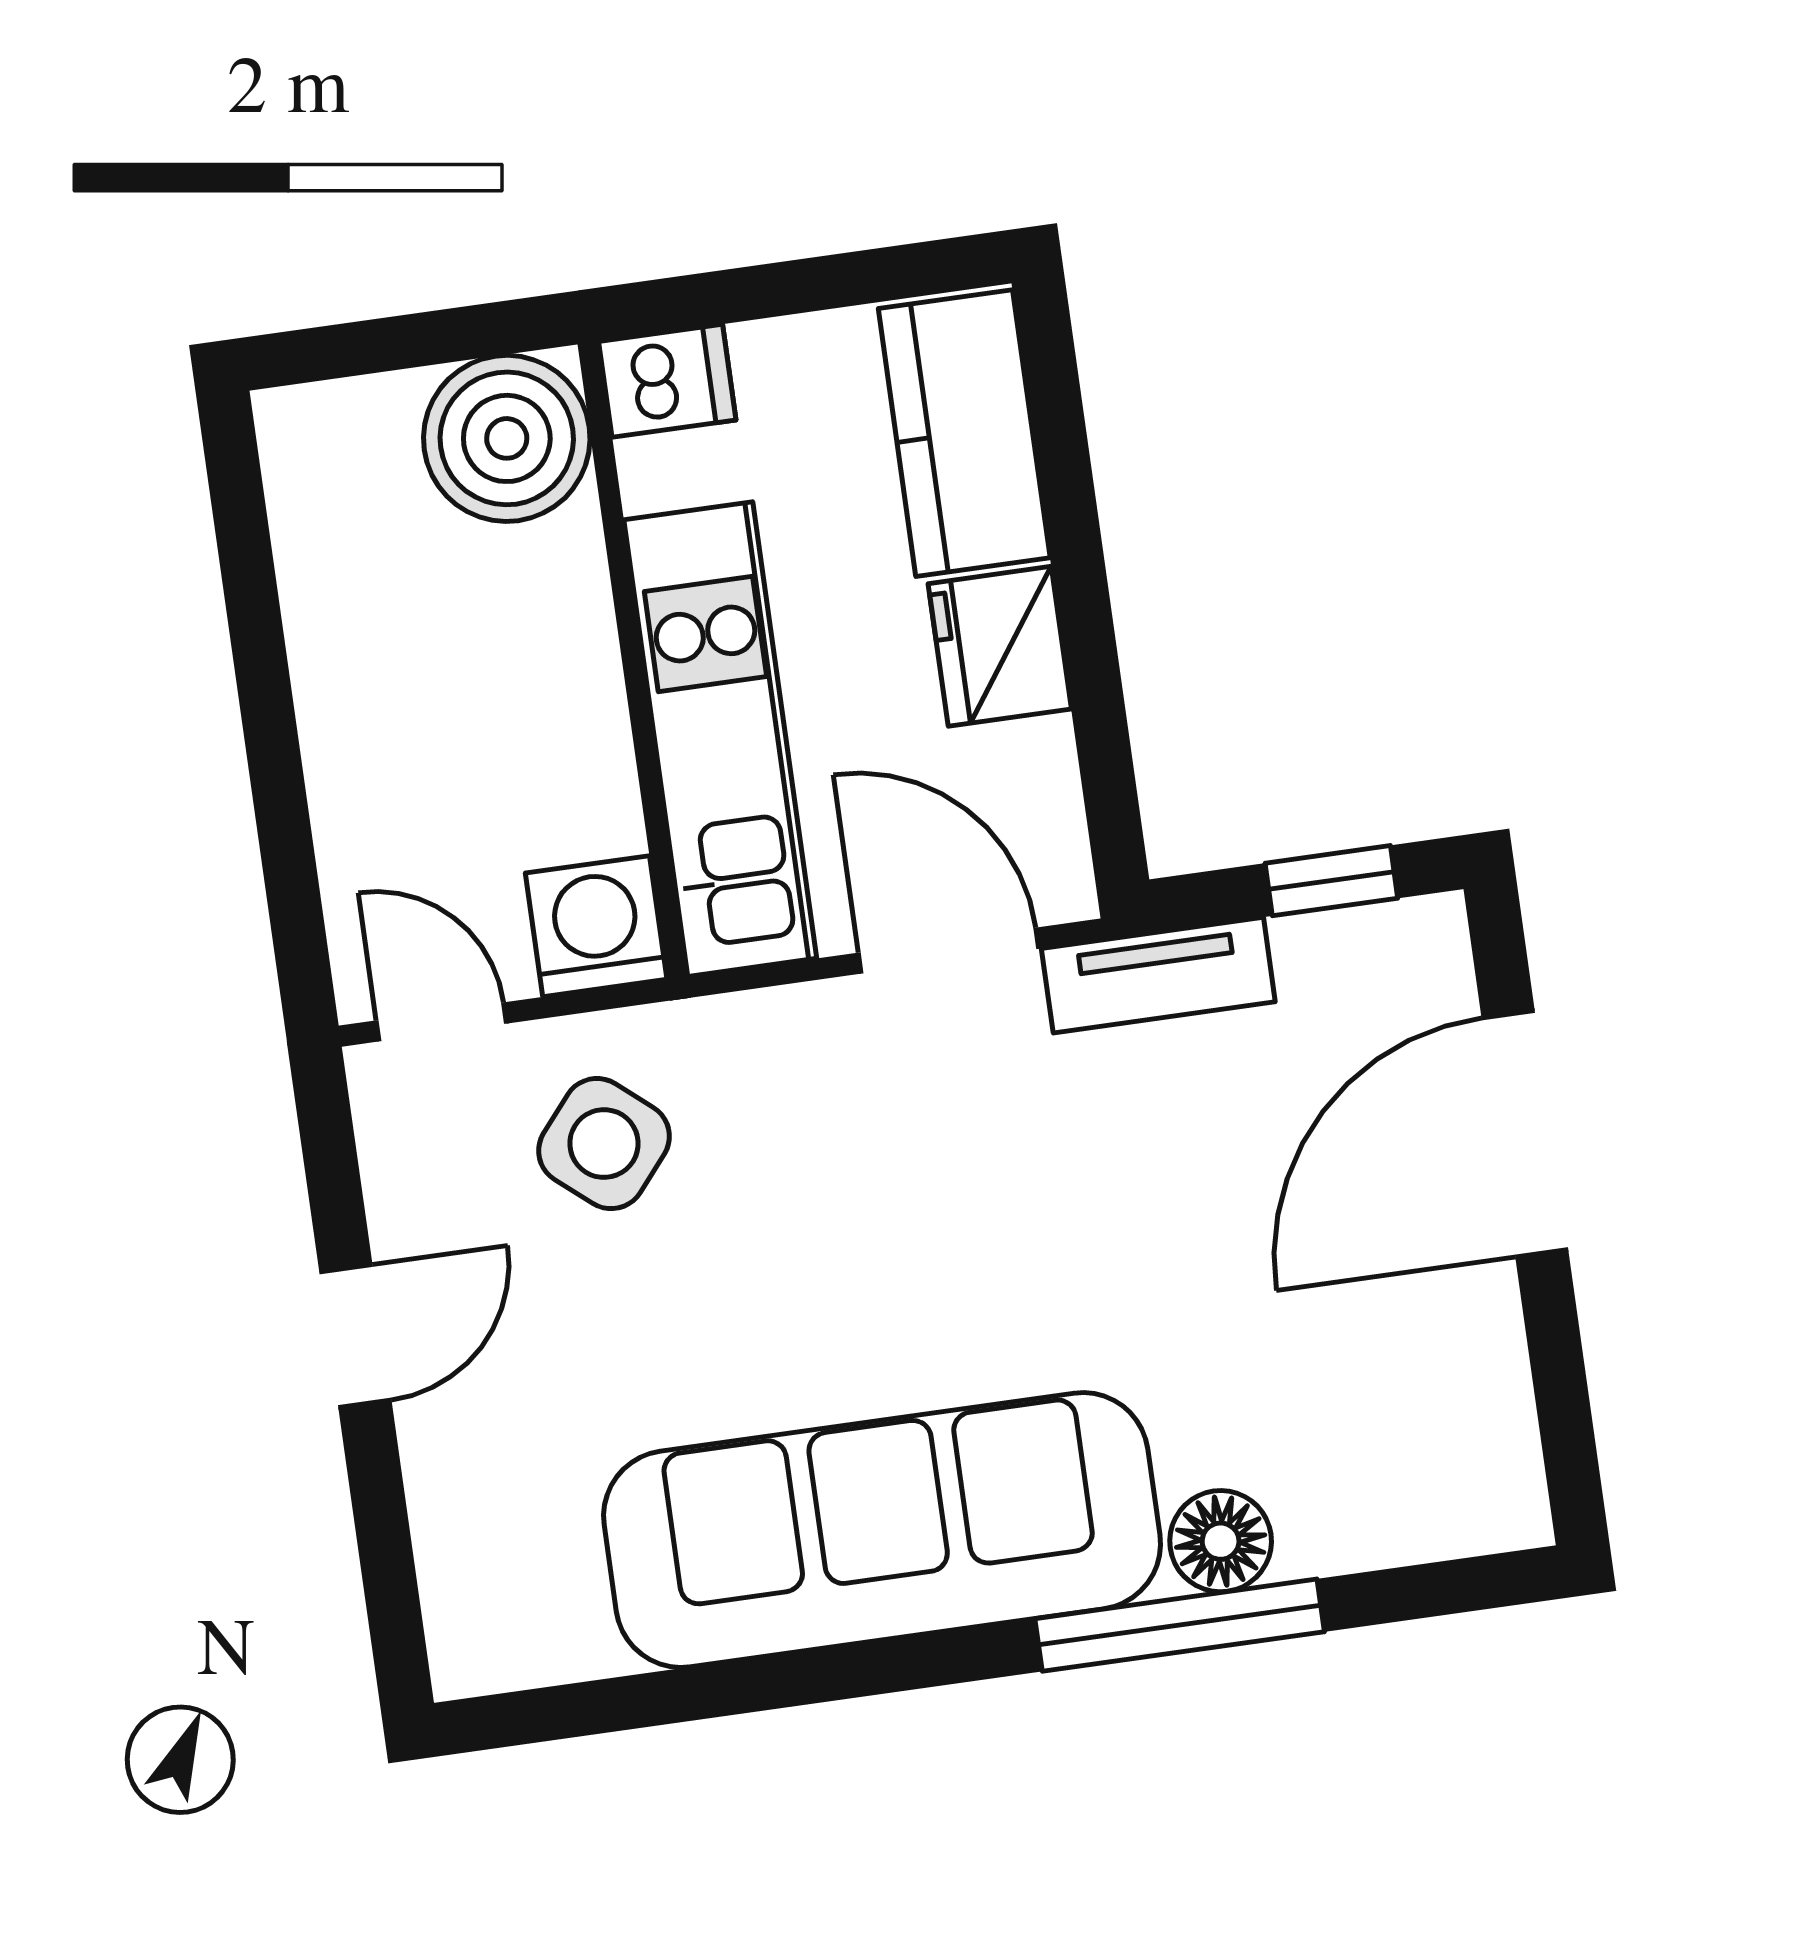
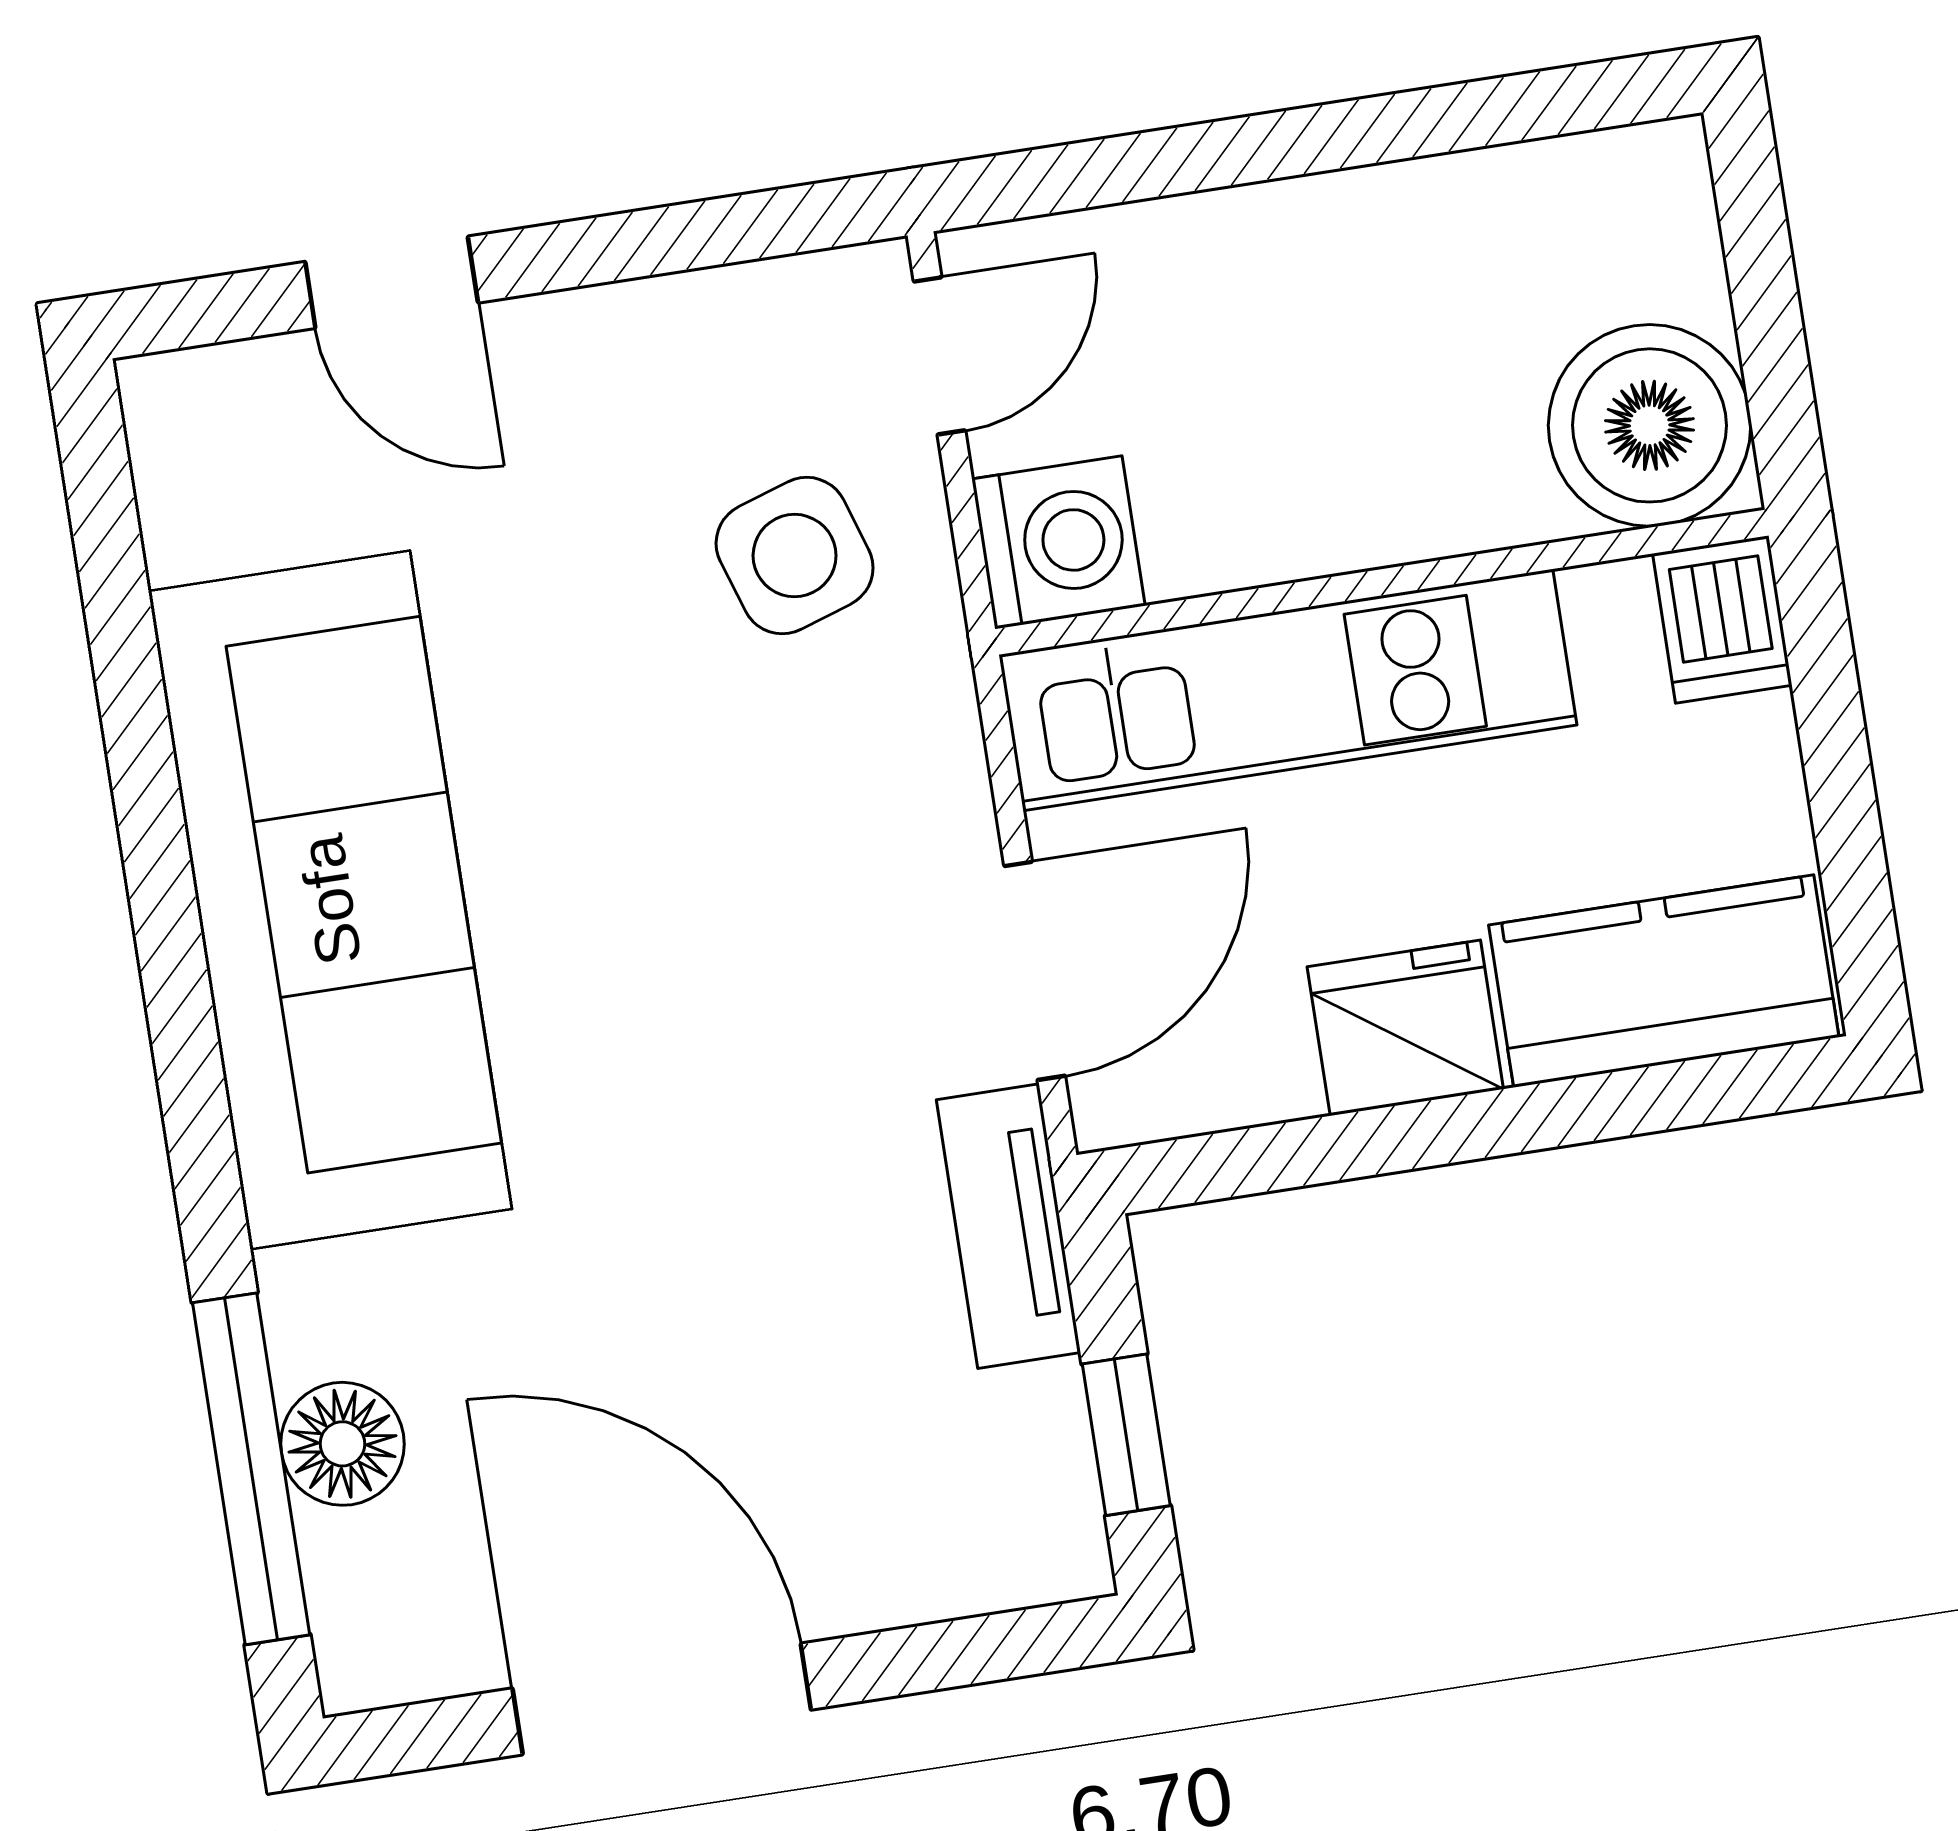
door: (1525, 1134) -> (662, 1699), moved
side table: (604, 1144) -> (795, 556), turned 32
door: (355, 1336) -> (392, 282), moved
floor lamp: (1221, 1541) -> (342, 1444), moved
window: (1180, 1625) -> (251, 1469), moved

